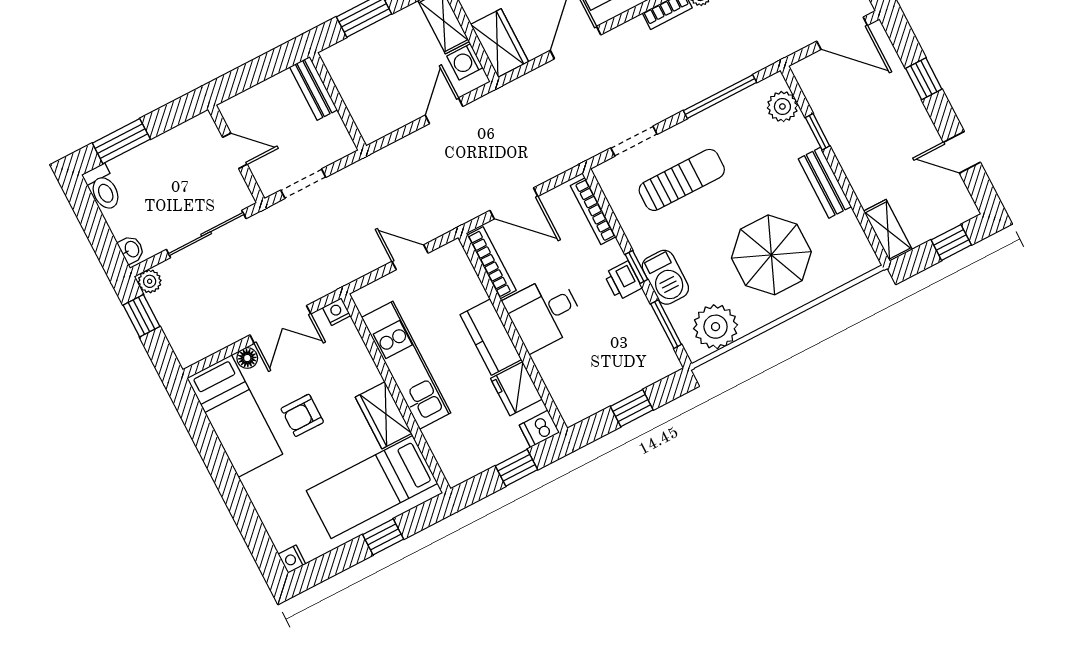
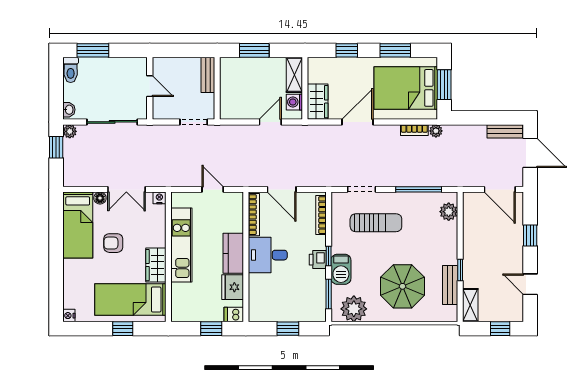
window: (818, 132) -> (460, 270), moved
bench: (825, 183) -> (450, 285), moved
doorway: (303, 184) -> (194, 122), moved

